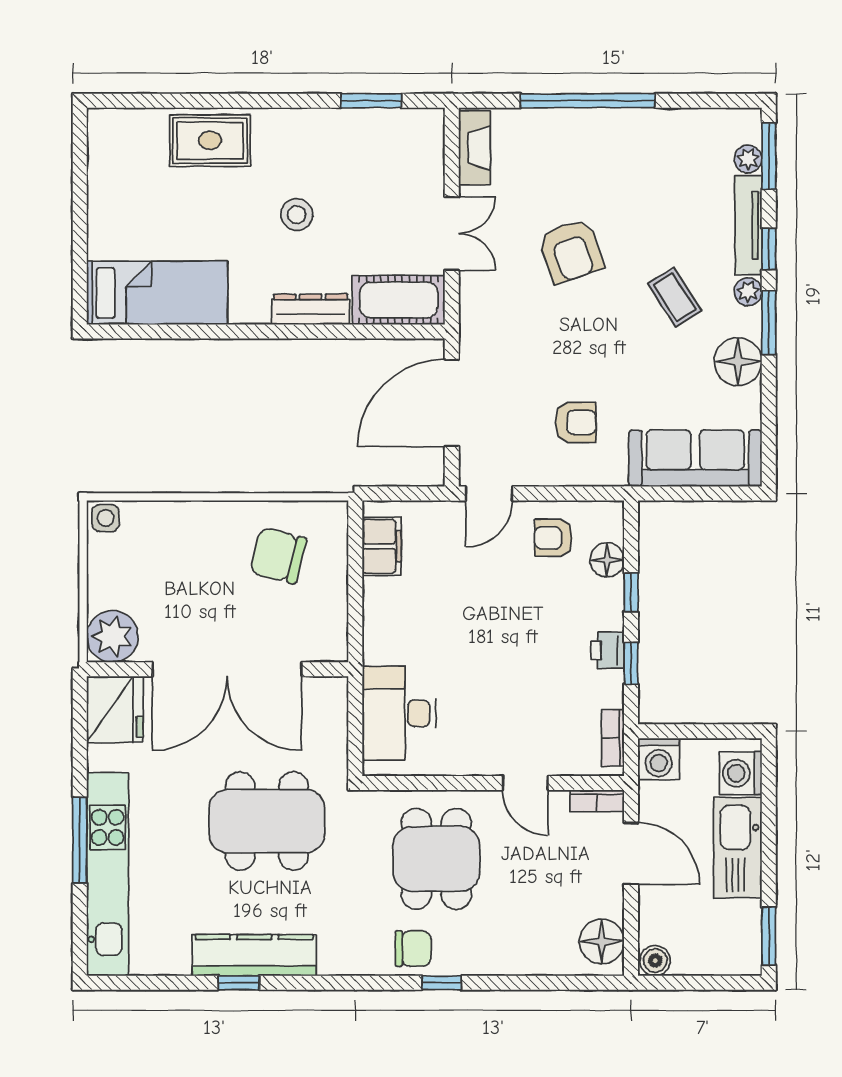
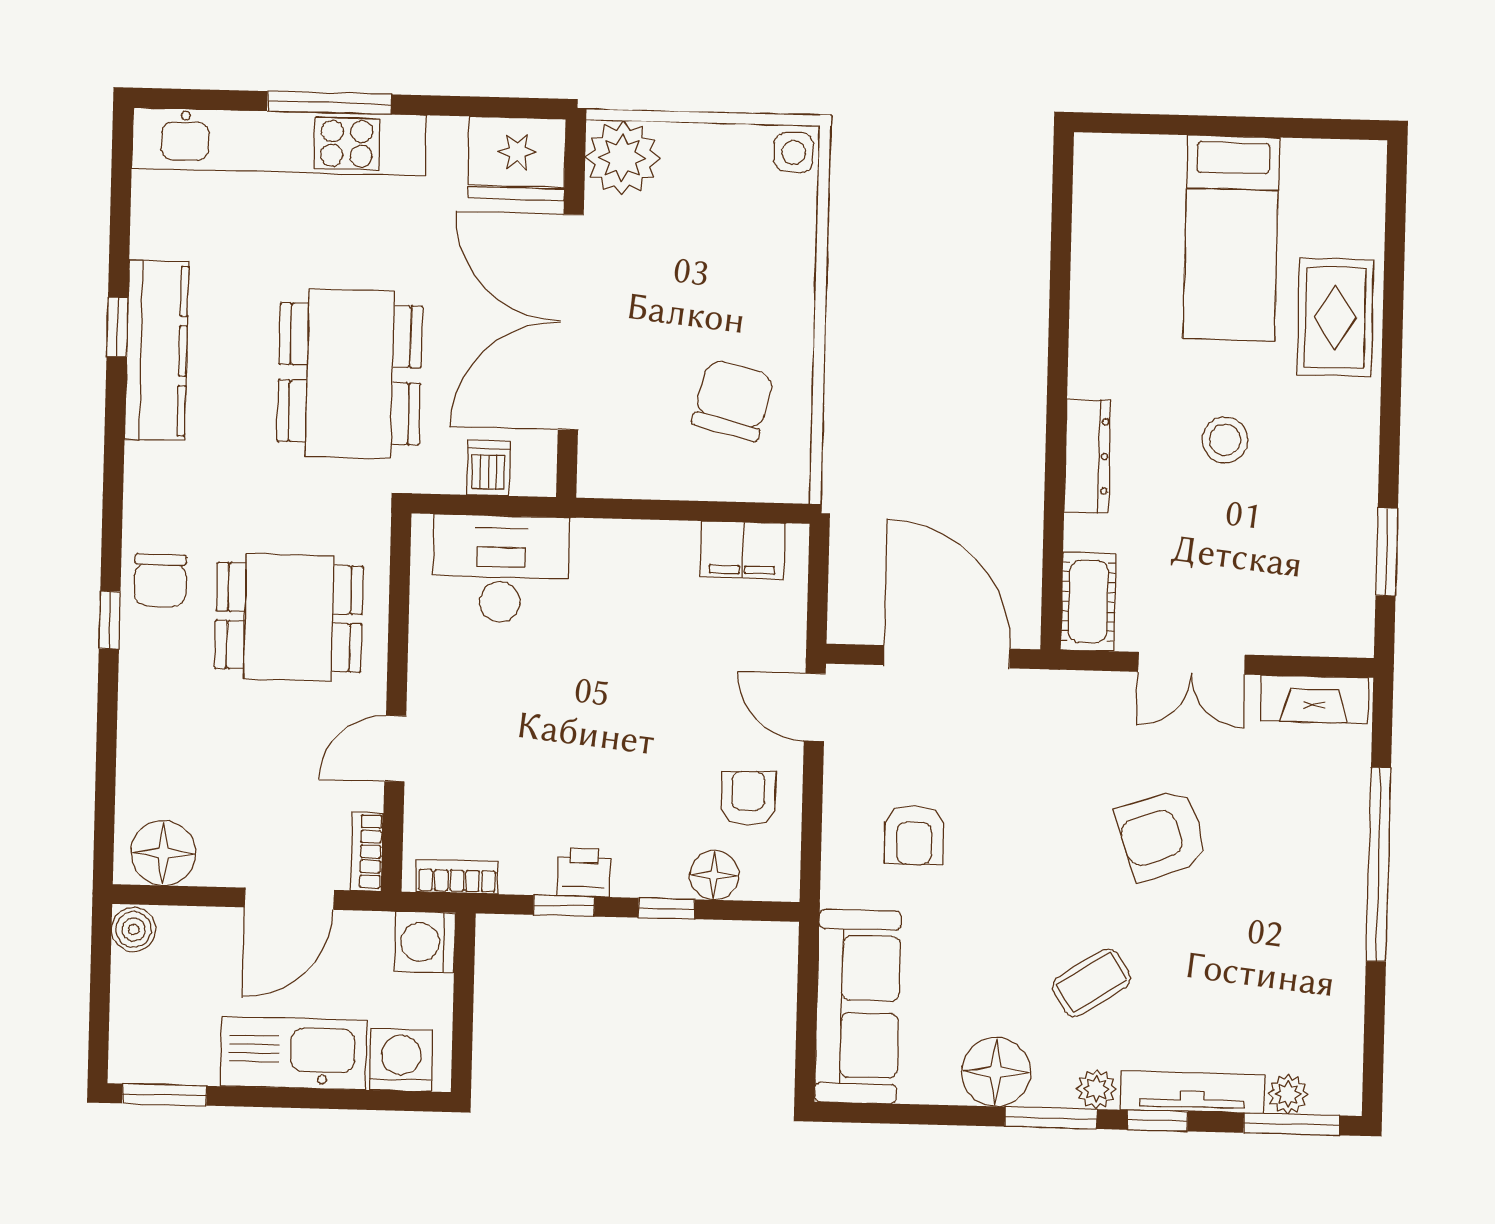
bed: (157, 293) -> (1231, 238), moved
cot: (399, 300) -> (1088, 602), width x0.73, depth x0.75
dishwasher: (330, 724) -> (488, 468), added

